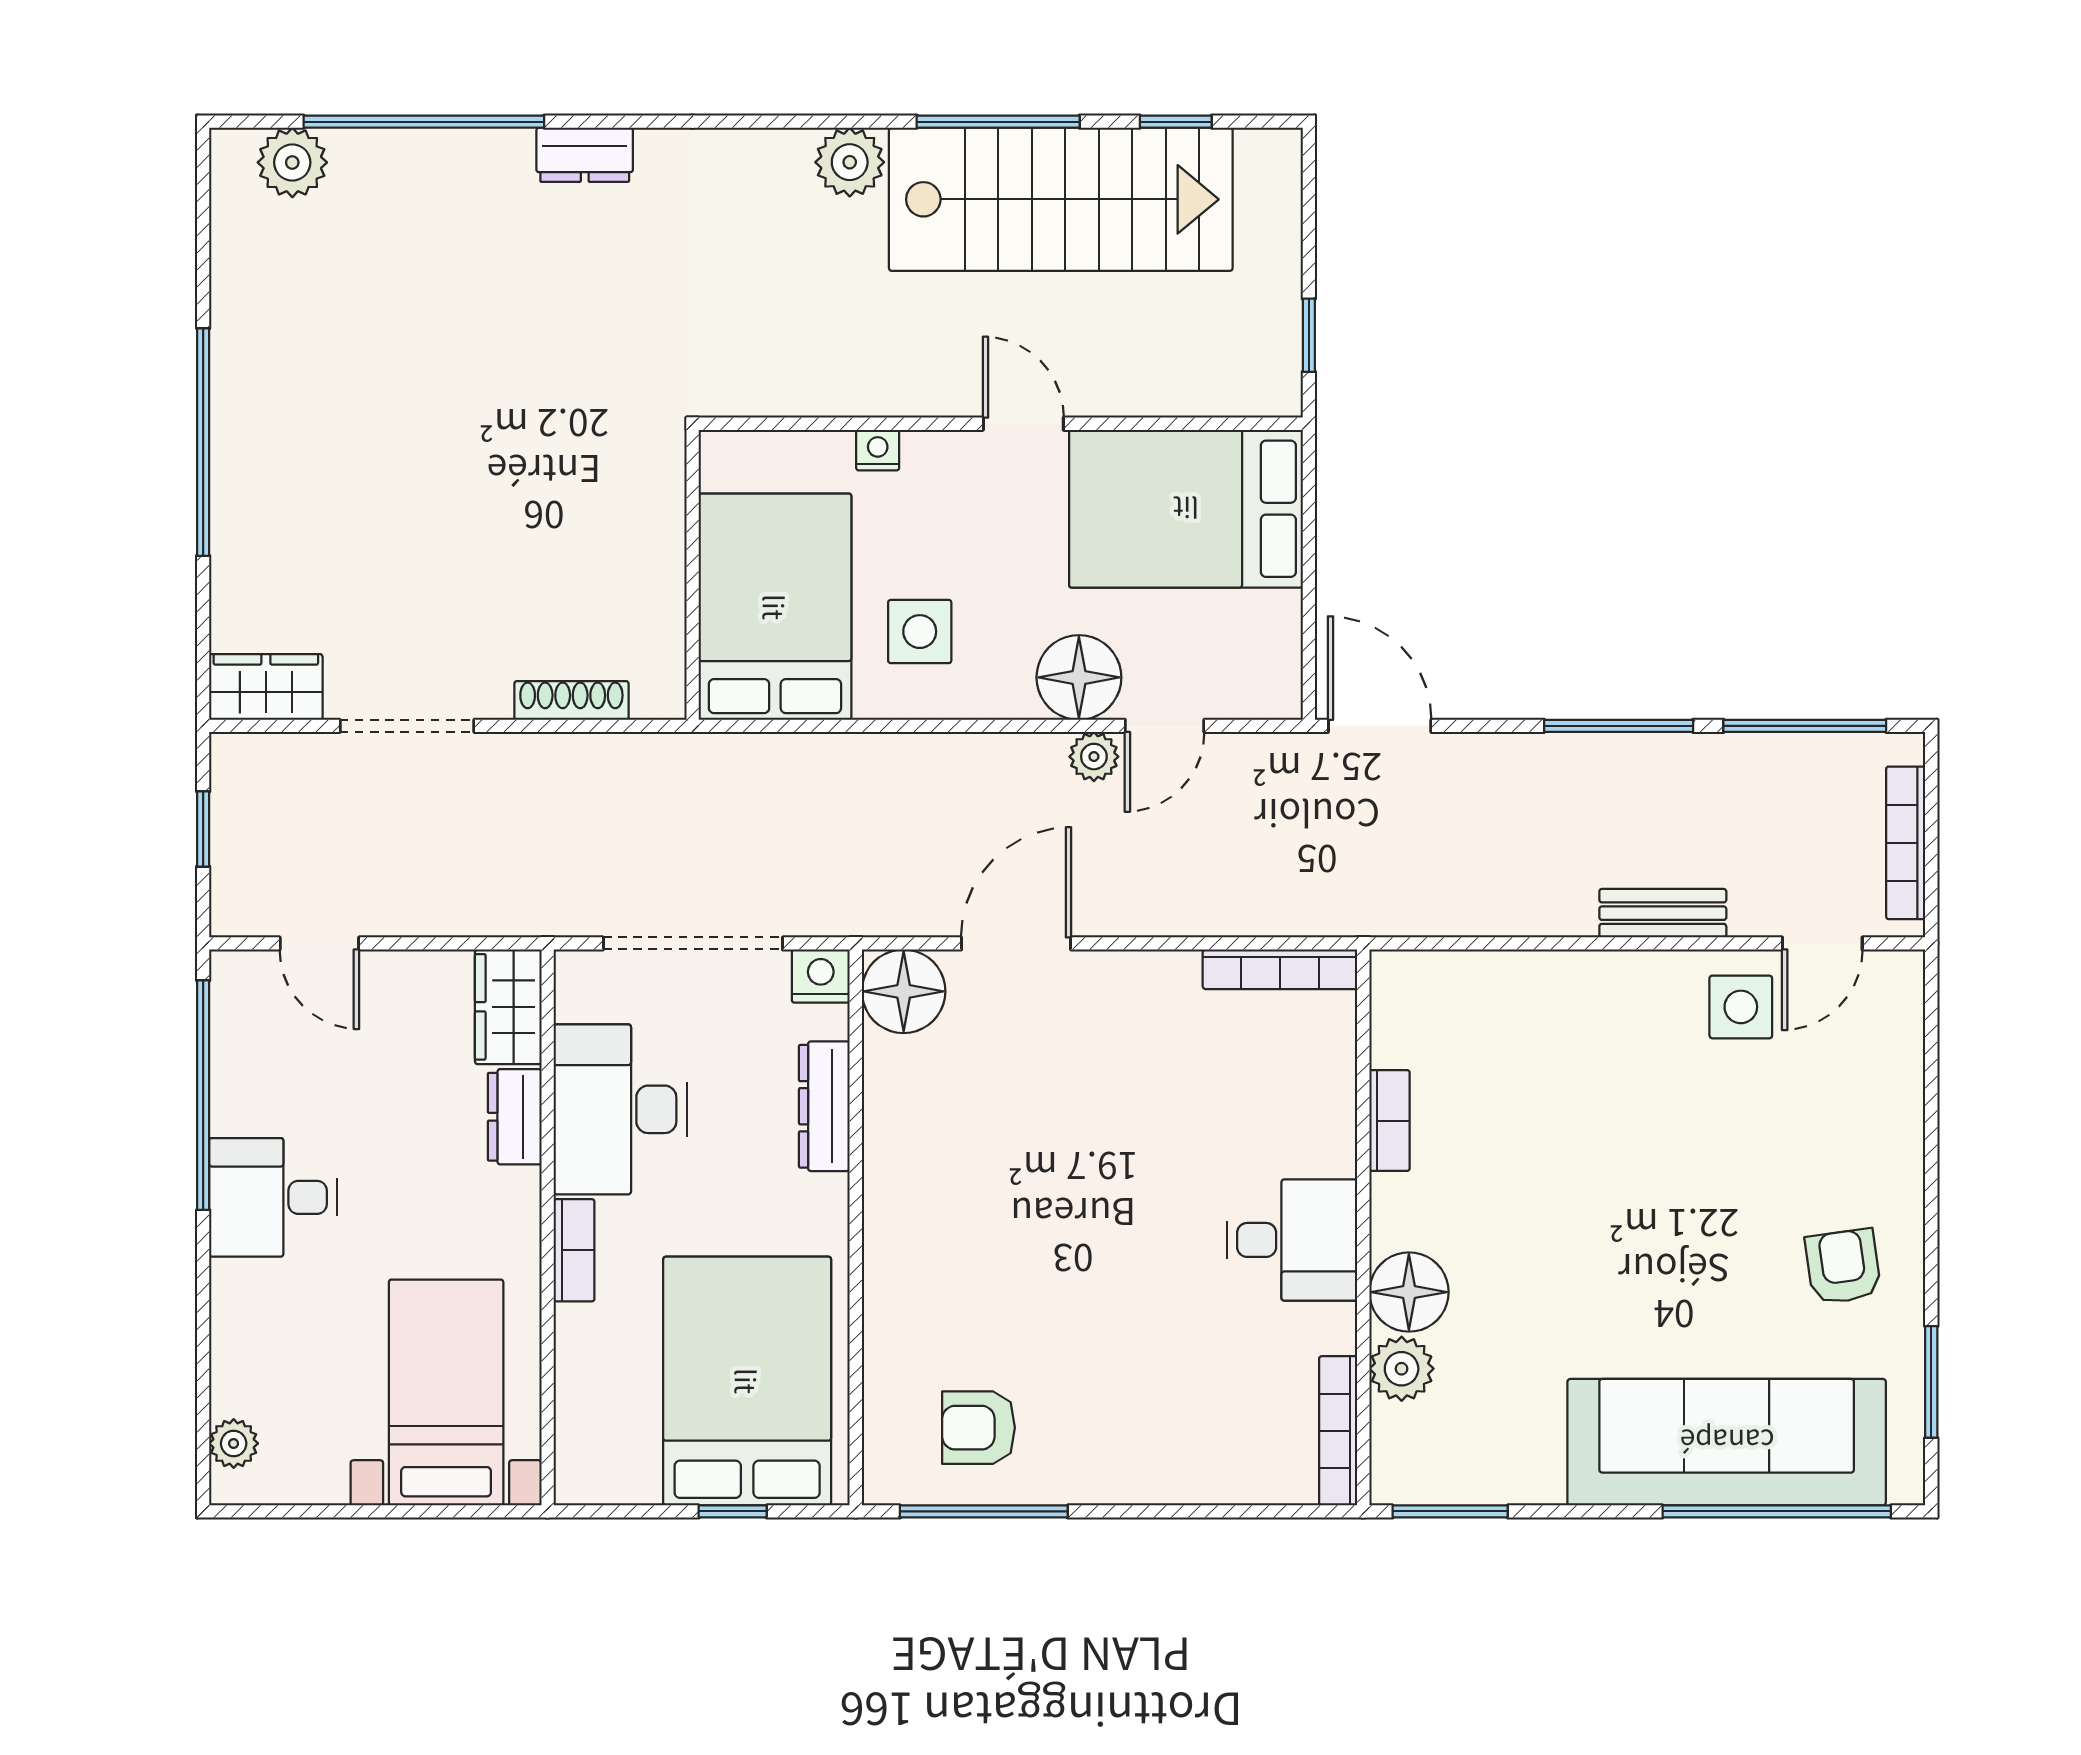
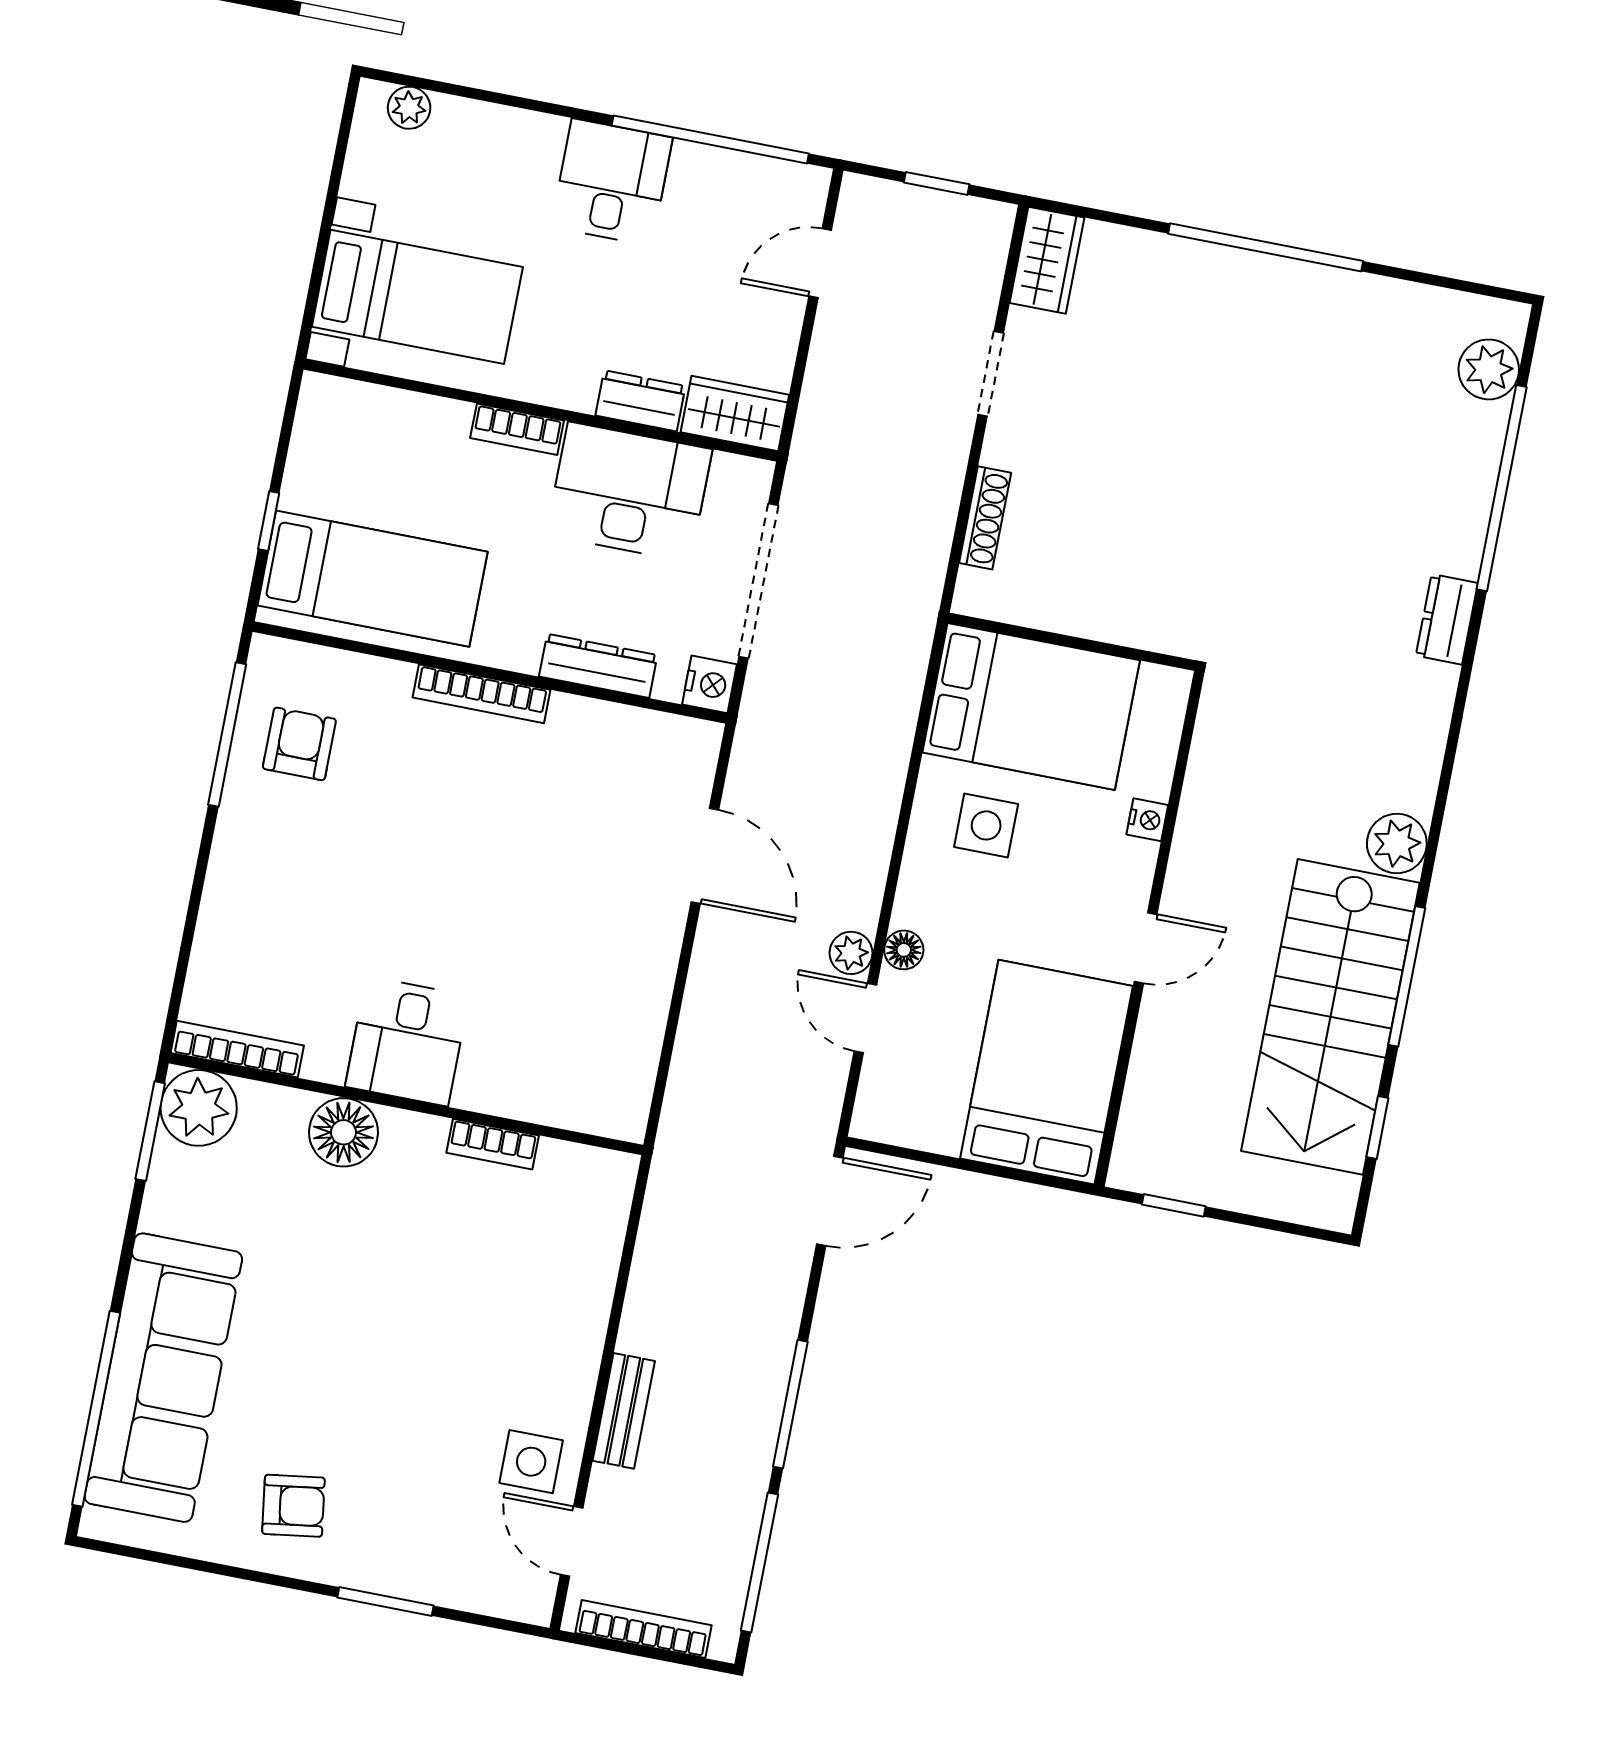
floor lamp: (1079, 677) -> (904, 950), width x0.53, depth x0.53
doorway: (407, 726) -> (991, 374), width x0.73
bookcase: (1280, 969) -> (481, 694), moved, turned -90
floor lamp: (904, 991) -> (683, 752), removed
plant: (1402, 1369) -> (199, 1108), moved, width x1.36, depth x1.36
bed: (747, 1381) -> (373, 579), width x0.67
window: (1931, 1382) -> (385, 1601), moved

